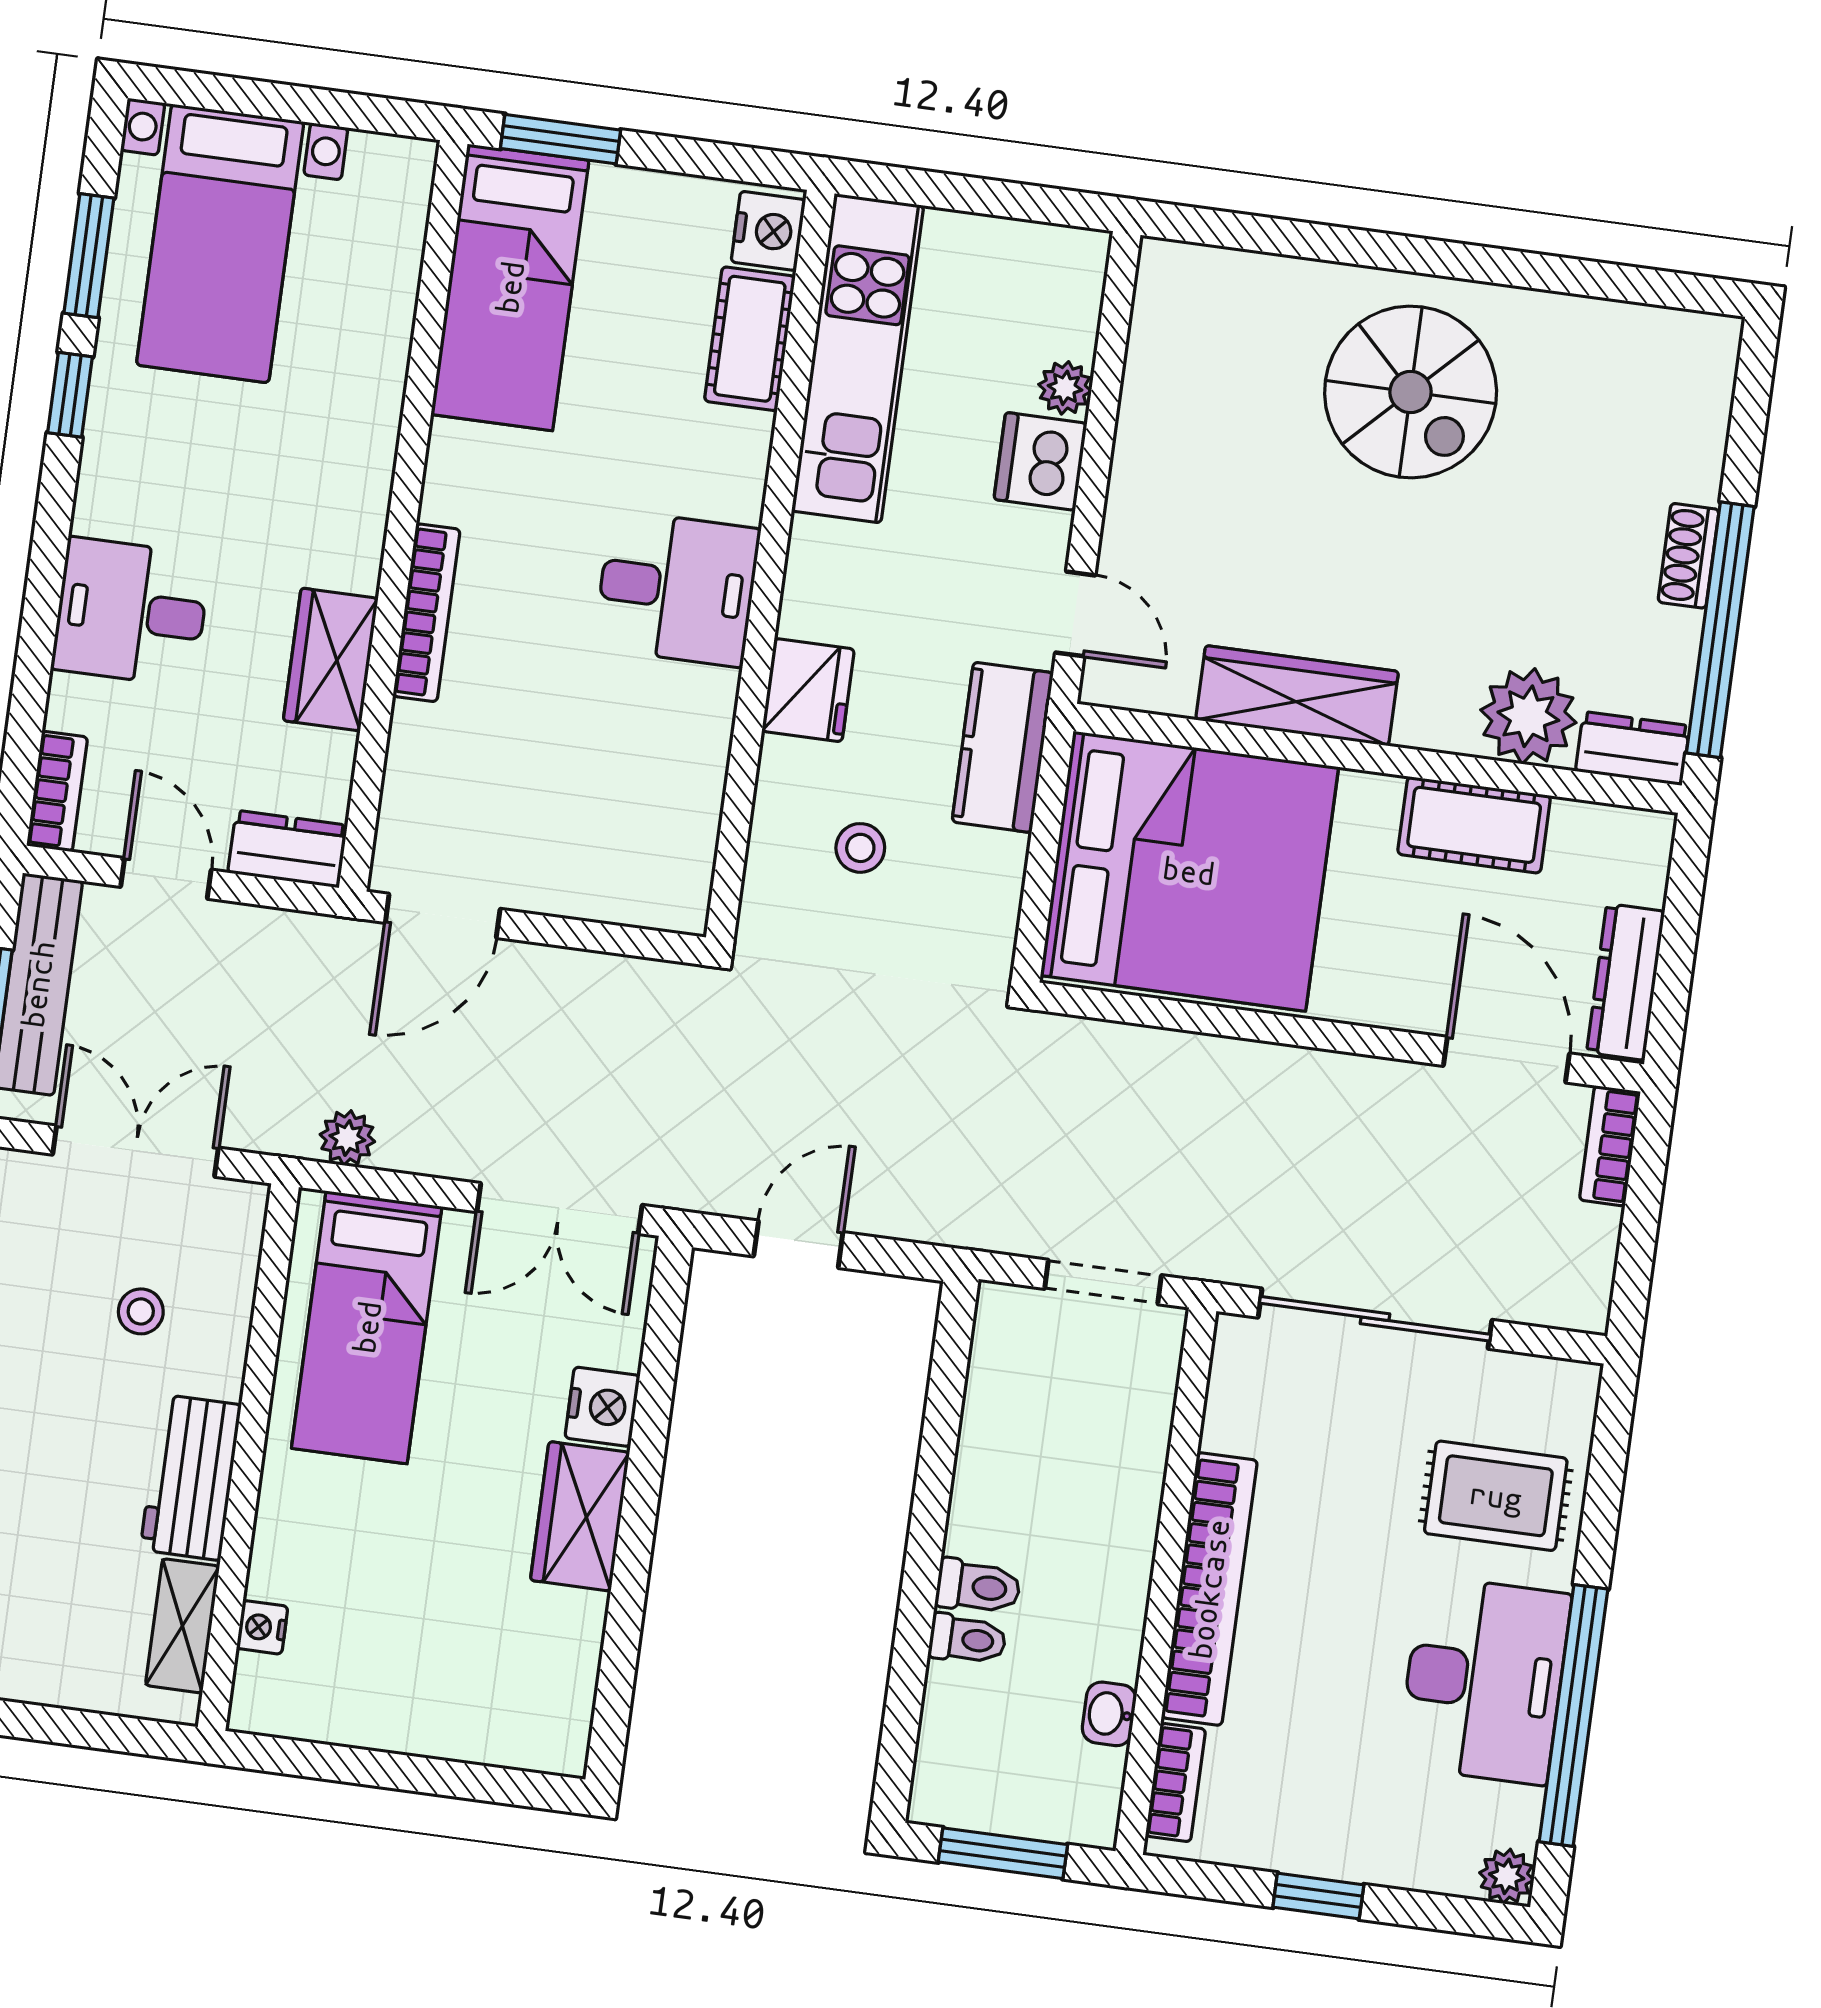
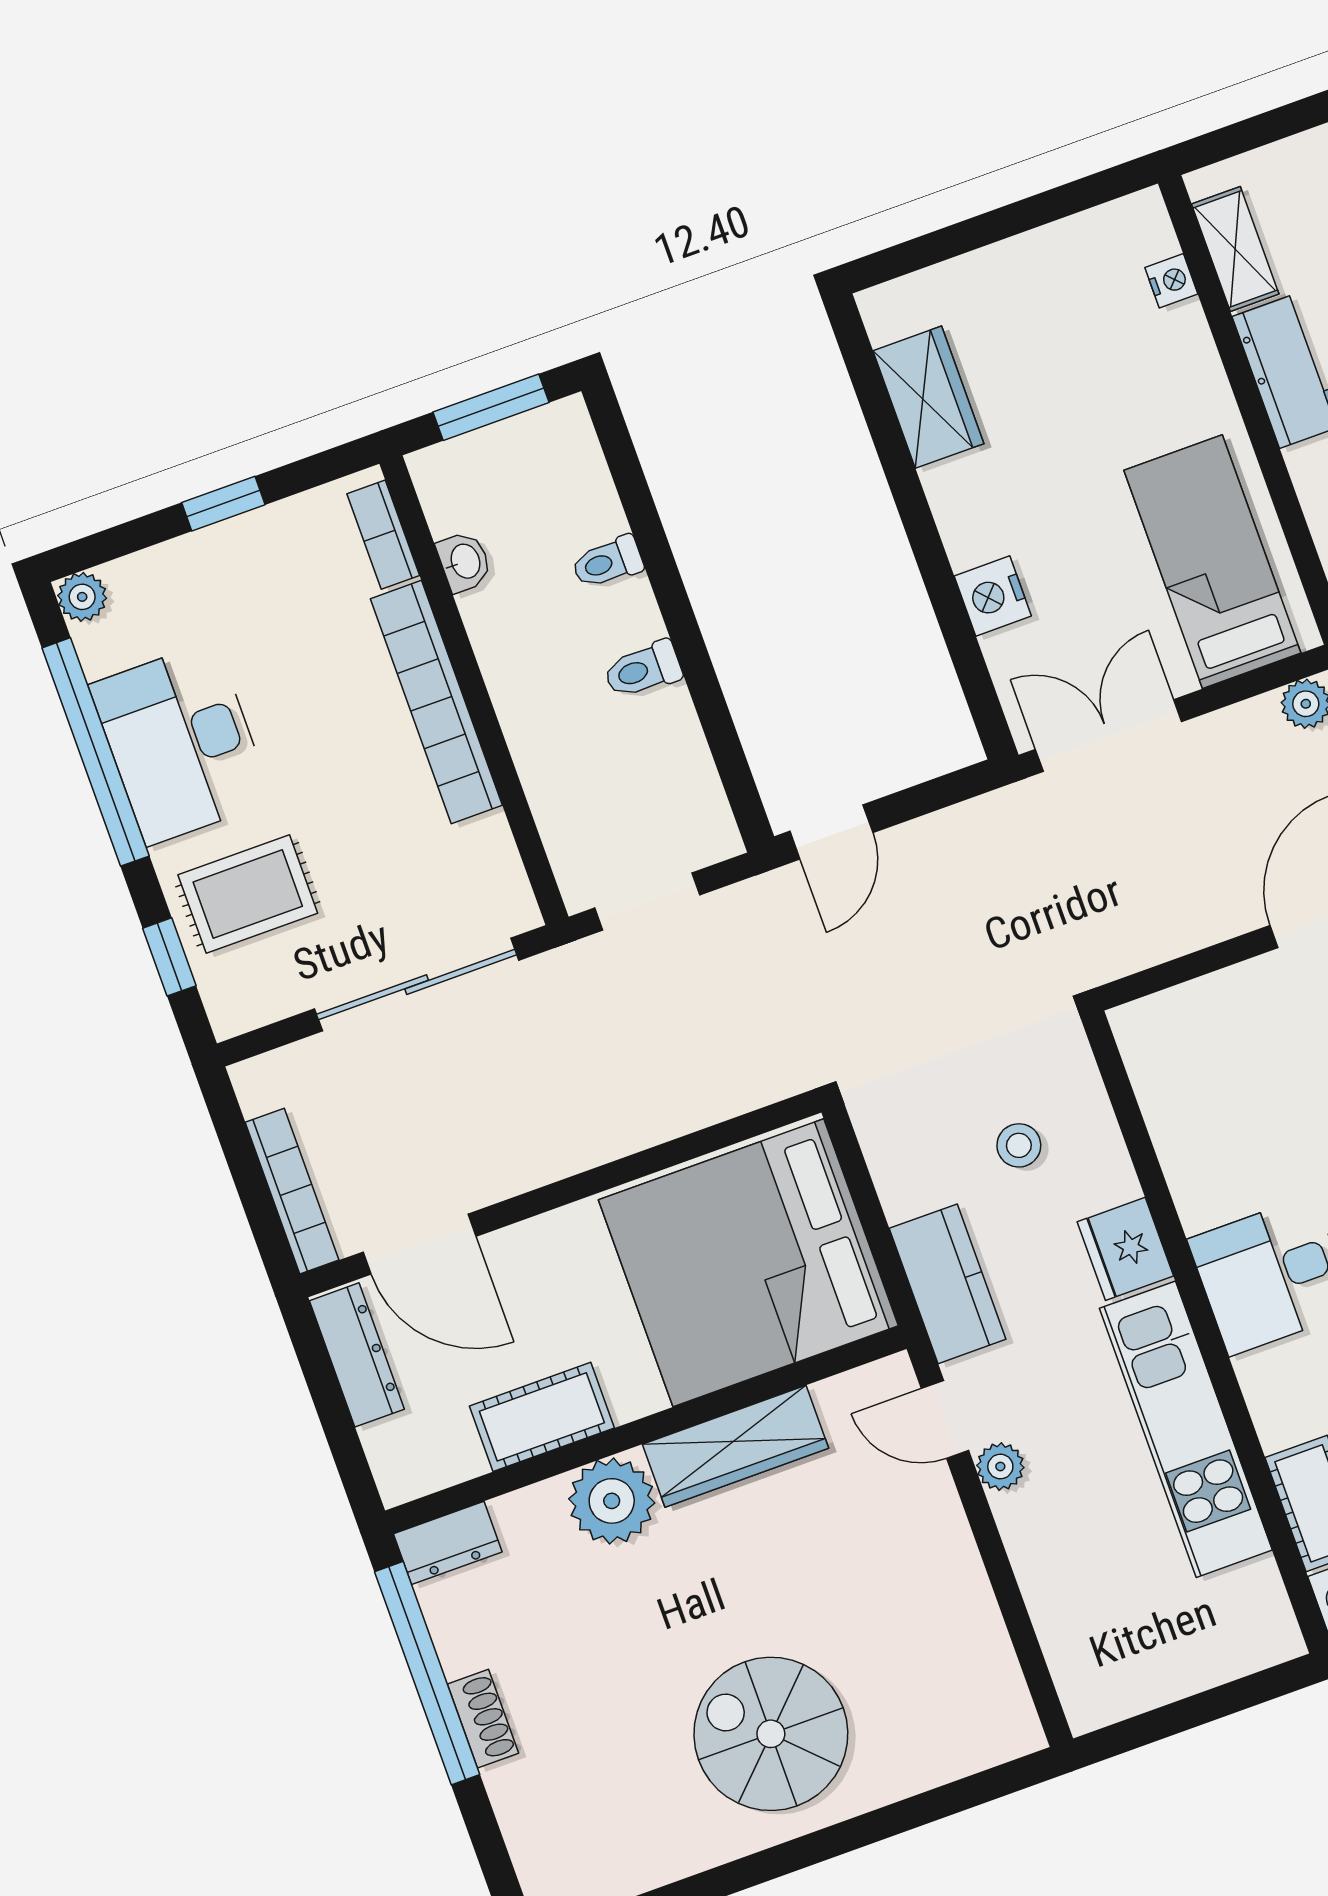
kitchen unit: (858, 358) -> (1186, 1429), moved
plant: (1065, 388) -> (1000, 1467), moved
dishwasher: (1040, 461) -> (1036, 1526), removed
plant: (1528, 716) -> (612, 1501), moved
bookcase: (1610, 1146) -> (292, 1191), width x1.56
door: (798, 1244) -> (831, 832), moved
window: (1606, 1474) -> (169, 957), added
wardrobe: (580, 1516) -> (928, 397), moved
toilet: (978, 1587) -> (643, 670), moved

